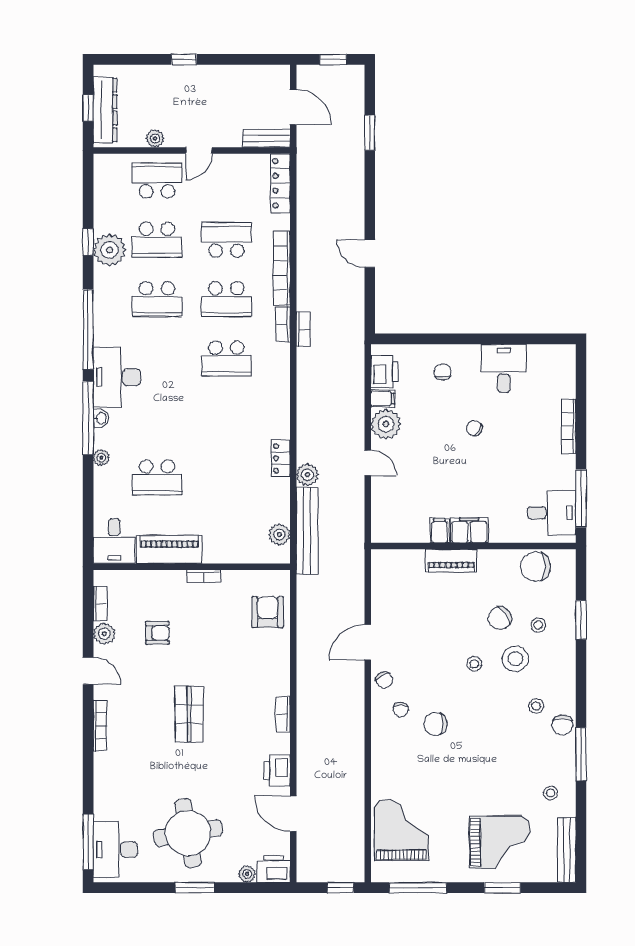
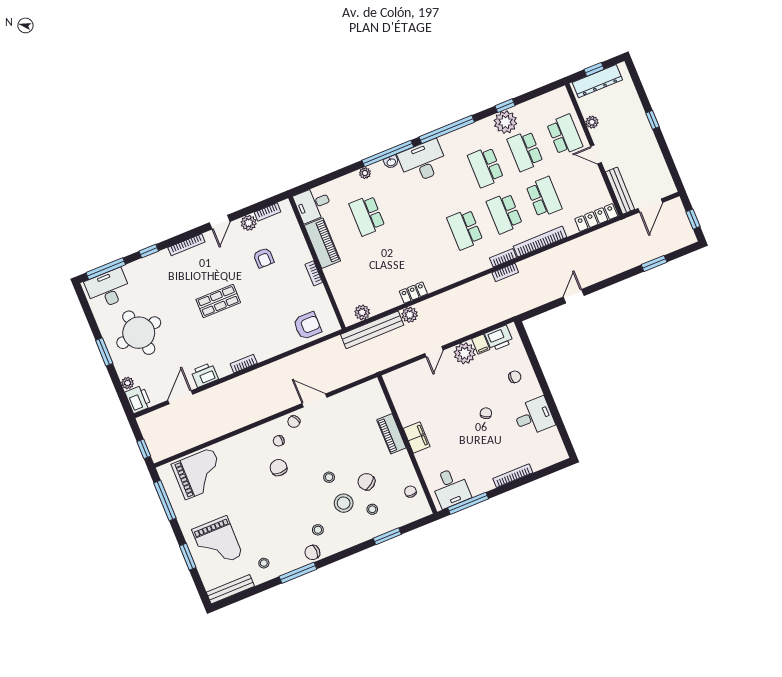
bench: (267, 138) -> (620, 191), width x1.36
filing cabinet: (439, 531) -> (408, 418), removed
chair: (536, 567) -> (410, 492), width x0.54, depth x0.54
window: (88, 777) -> (149, 251), added

